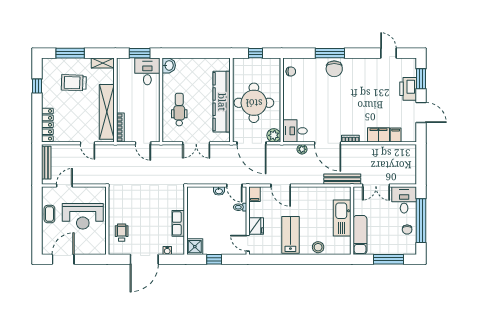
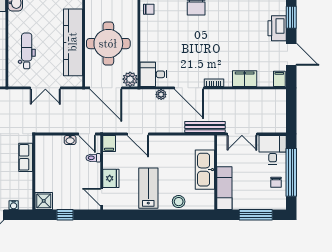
filing cabinet: (396, 135) -> (279, 79), moved
row of seats: (178, 223) -> (26, 157), moved

